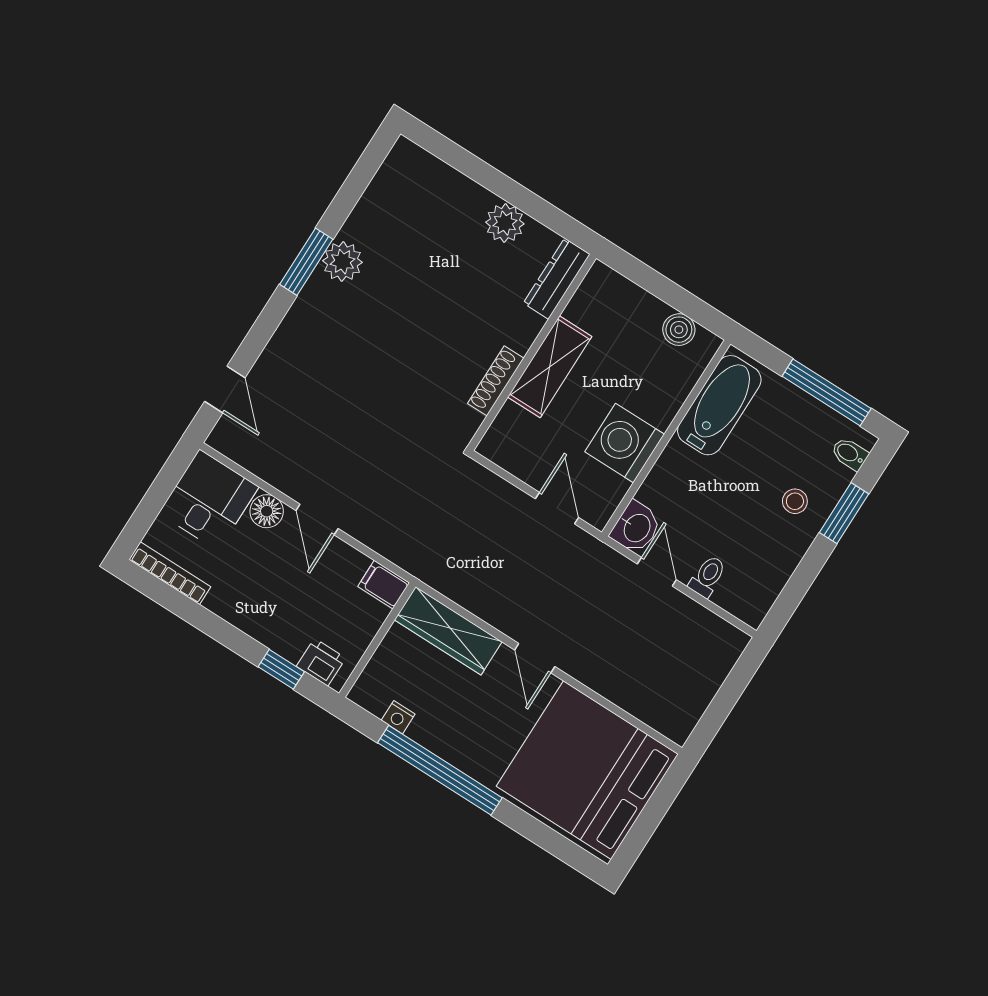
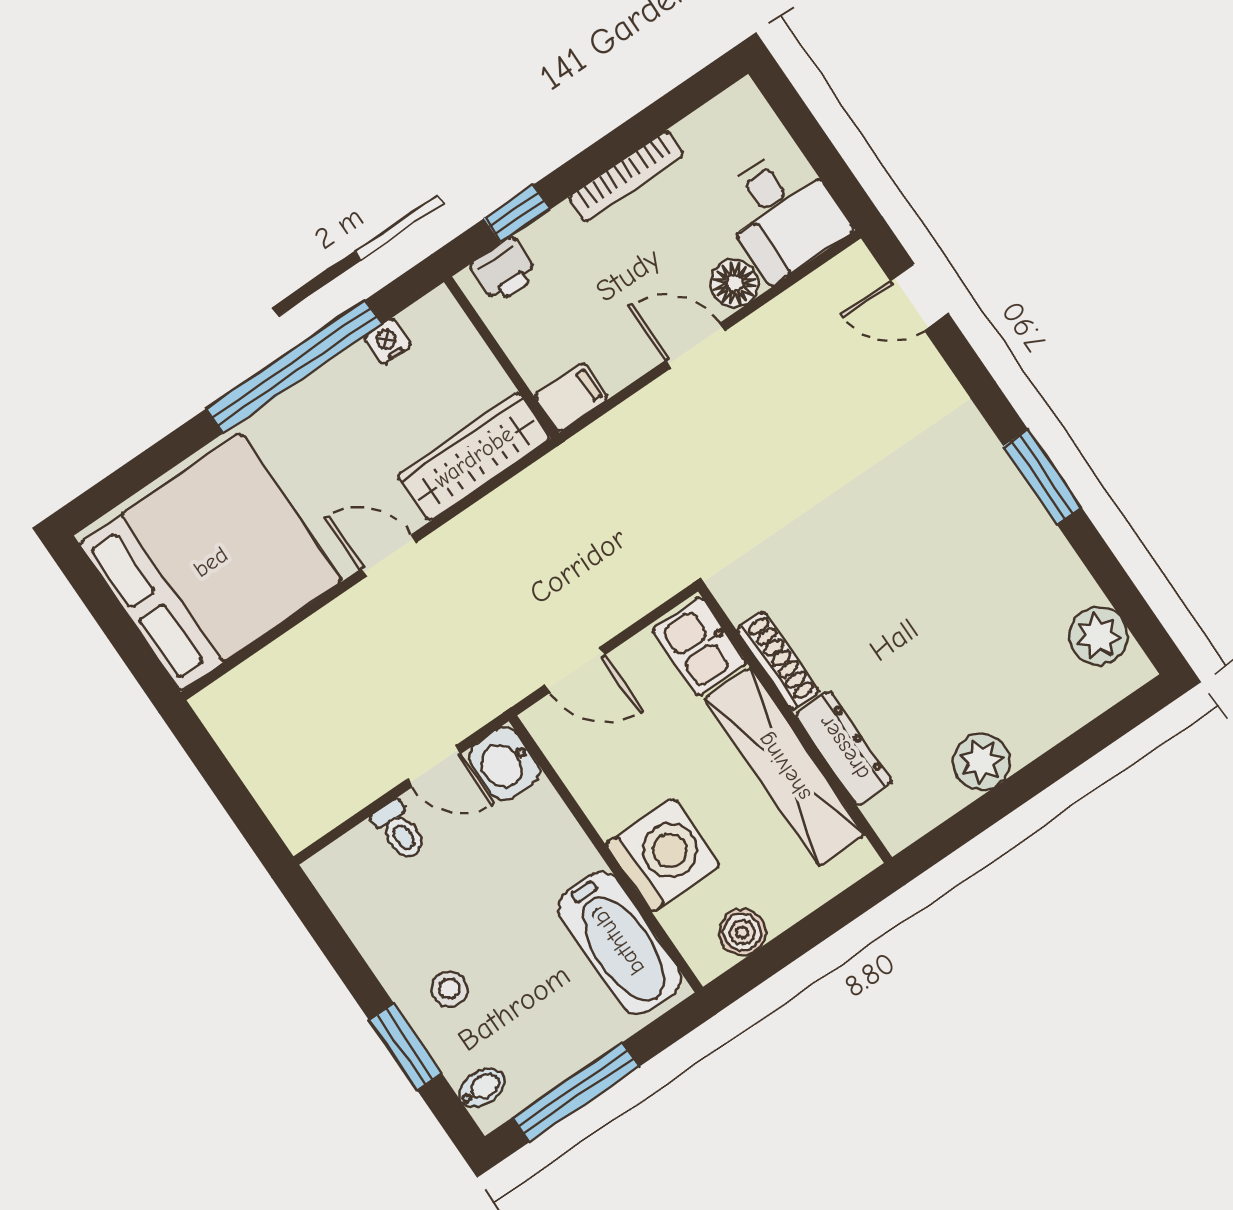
plant: (343, 262) -> (1098, 636), moved
dresser: (557, 279) -> (844, 748), moved
shelving: (550, 367) -> (784, 767), width x1.47
kitchen sink: (508, 435) -> (699, 646), added
washing machine: (625, 443) -> (663, 855), moved
bookcase: (170, 573) -> (626, 176), moved

